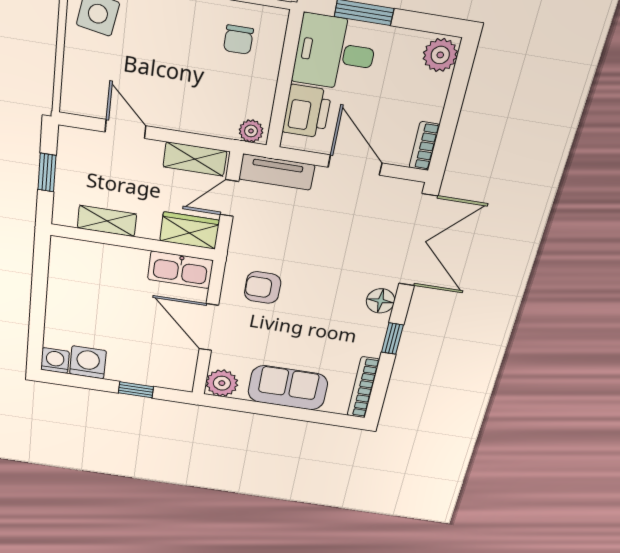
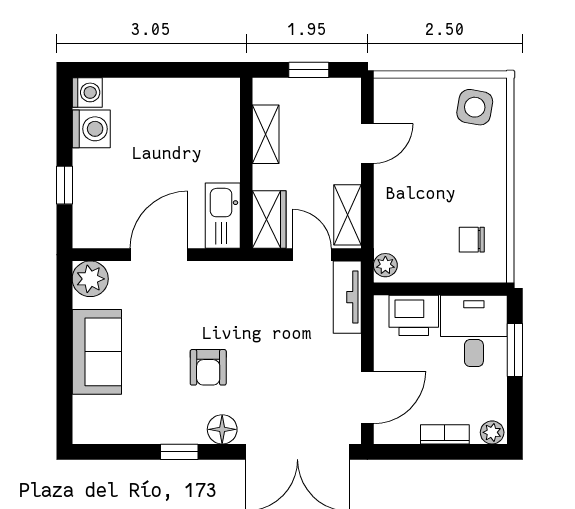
plant: (440, 55) -> (492, 432), width x0.73, depth x0.73
bookcase: (424, 146) -> (445, 434), moved
door: (355, 165) -> (367, 397), moved
armchair: (263, 288) -> (208, 367), moved, turned 180
bookcase: (363, 388) -> (112, 434), removed

